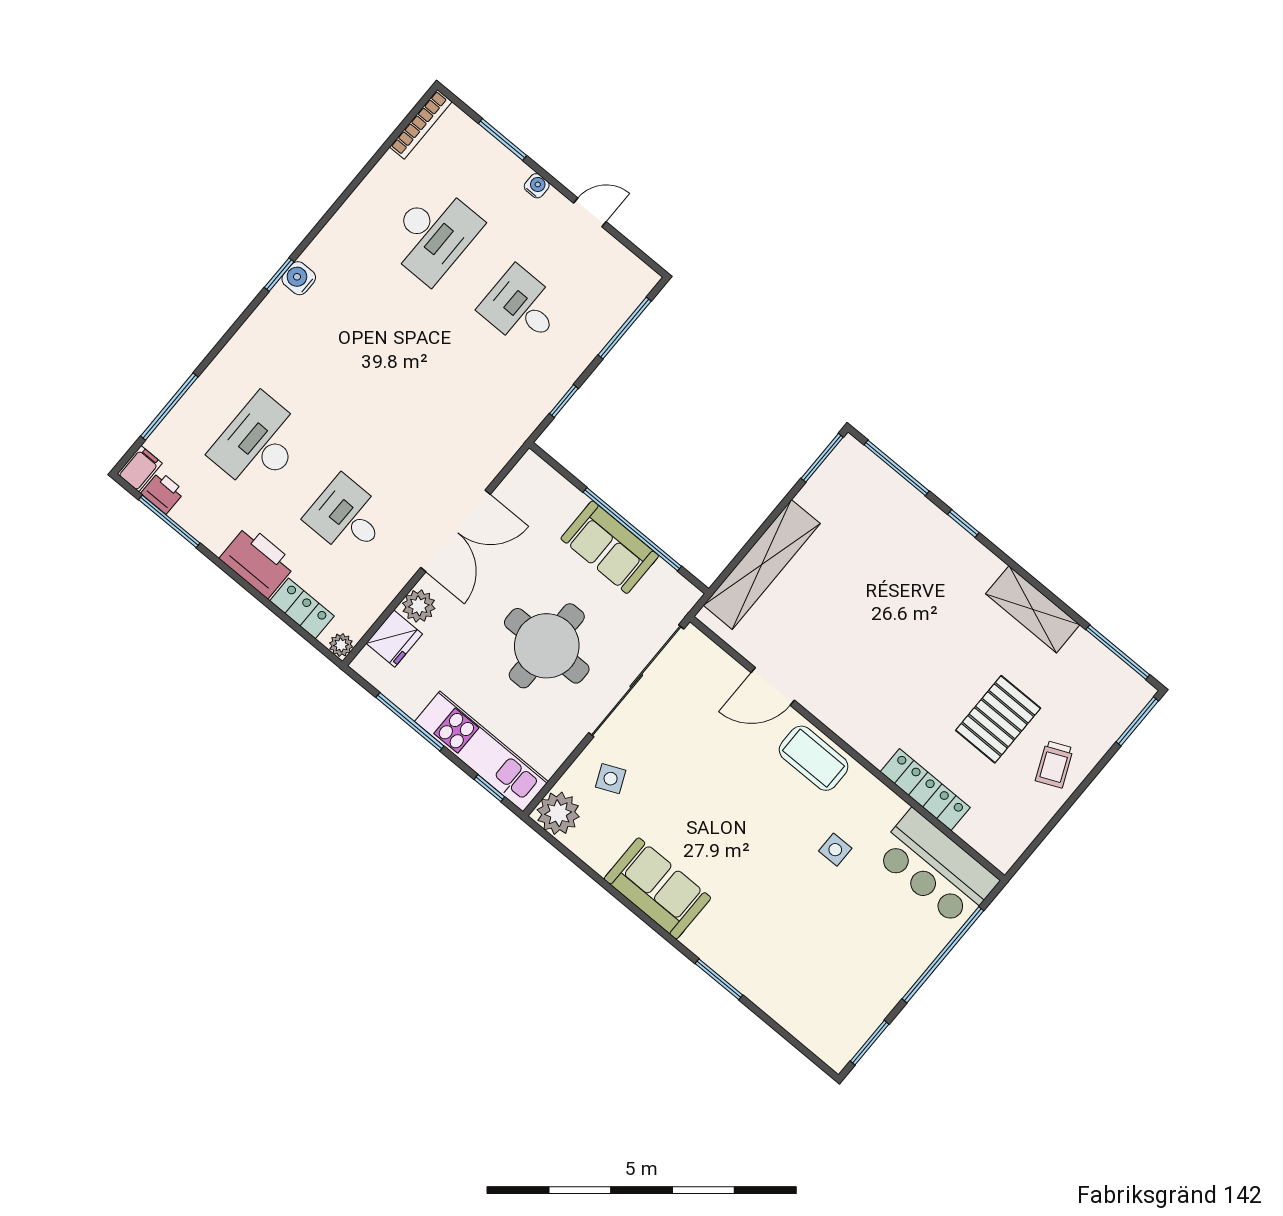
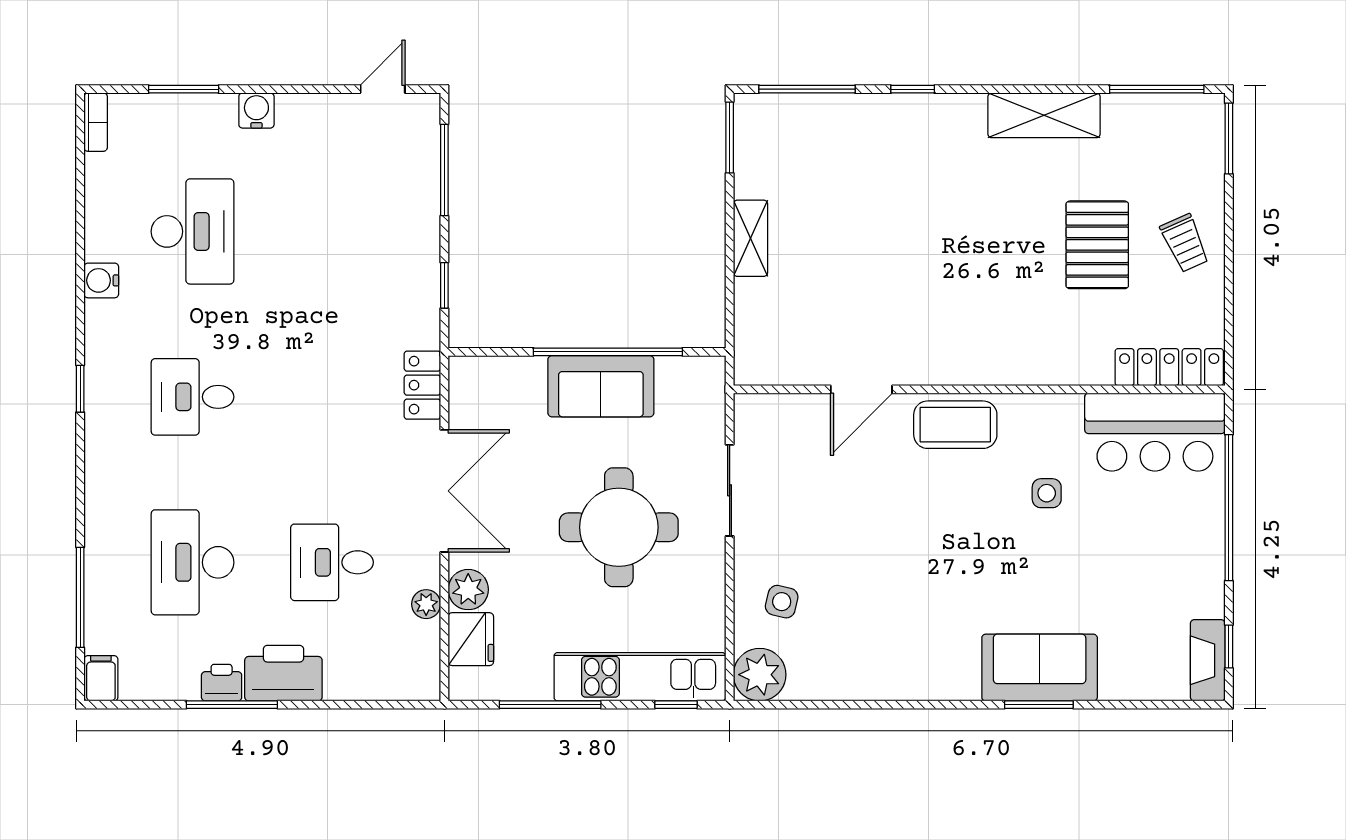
bookcase: (421, 124) -> (96, 122), width x0.64
water cooler: (537, 186) -> (256, 111), width x1.38, depth x1.38
door: (590, 212) -> (383, 89), moved
water cooler: (299, 278) -> (101, 280), moved
desk: (521, 308) -> (193, 397), moved
printer: (163, 492) -> (222, 683), moved
window: (169, 521) -> (232, 705), moved
shelving: (762, 564) -> (751, 238), width x0.45, depth x0.75
locker: (302, 608) -> (422, 385), moved, turned -90
plant: (341, 645) -> (426, 604), moved
sliding door: (636, 681) -> (730, 490), width x0.54
side table: (611, 779) -> (782, 602), turned 37
locker: (925, 790) -> (1169, 367), moved
sofa: (657, 888) -> (1040, 668), moved
fireplace: (849, 1040) -> (1208, 660), added
window: (870, 1043) -> (1229, 646), width x0.67

